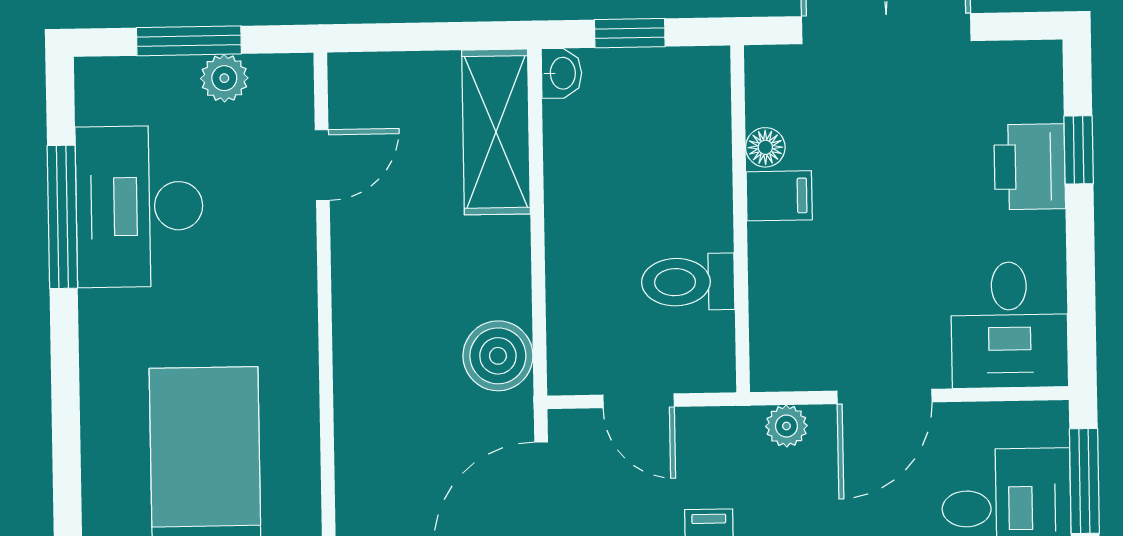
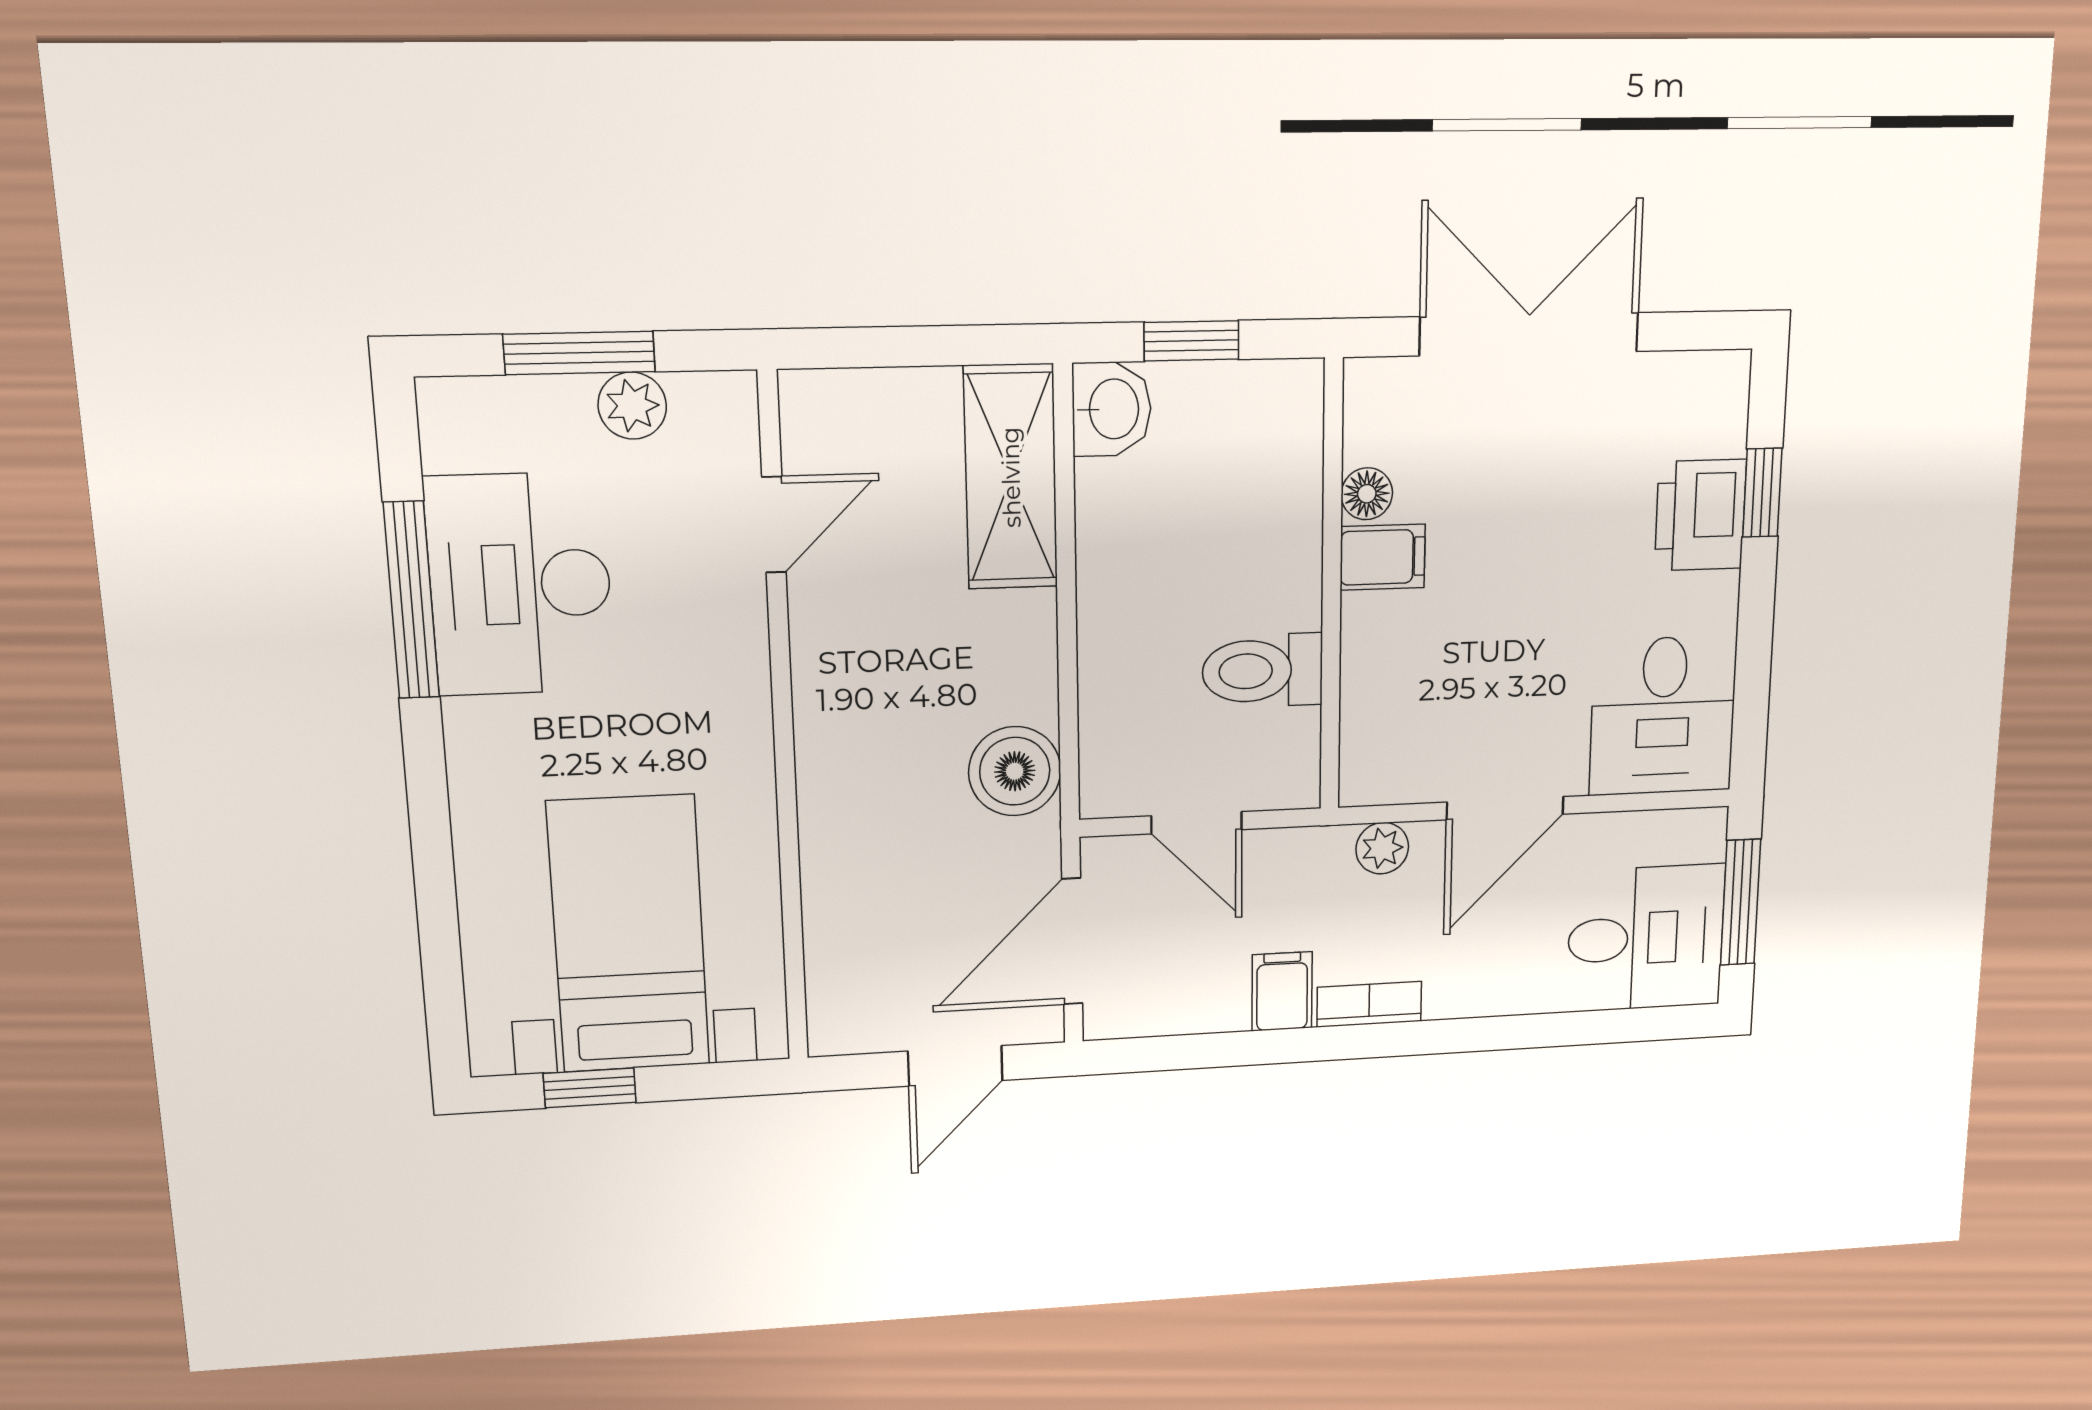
washbasin: (562, 73) -> (1112, 409), width x1.38, depth x1.45

